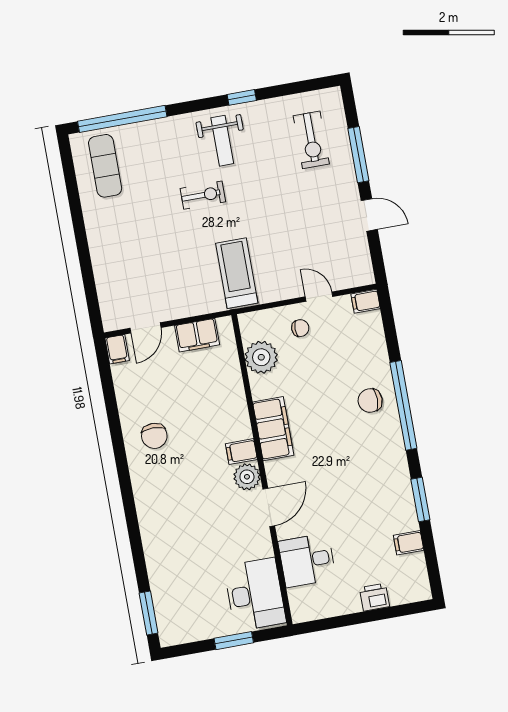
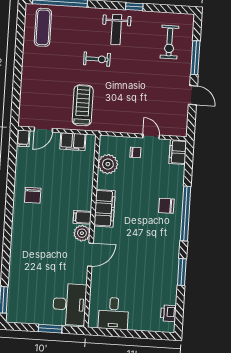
treadmill: (237, 273) -> (83, 105), moved
filing cabinet: (366, 301) -> (178, 152), width x2.00
filing cabinet: (409, 543) -> (168, 296), removed
desk: (307, 560) -> (113, 313), moved, turned -90
printer: (374, 597) -> (168, 313), moved, turned -90

